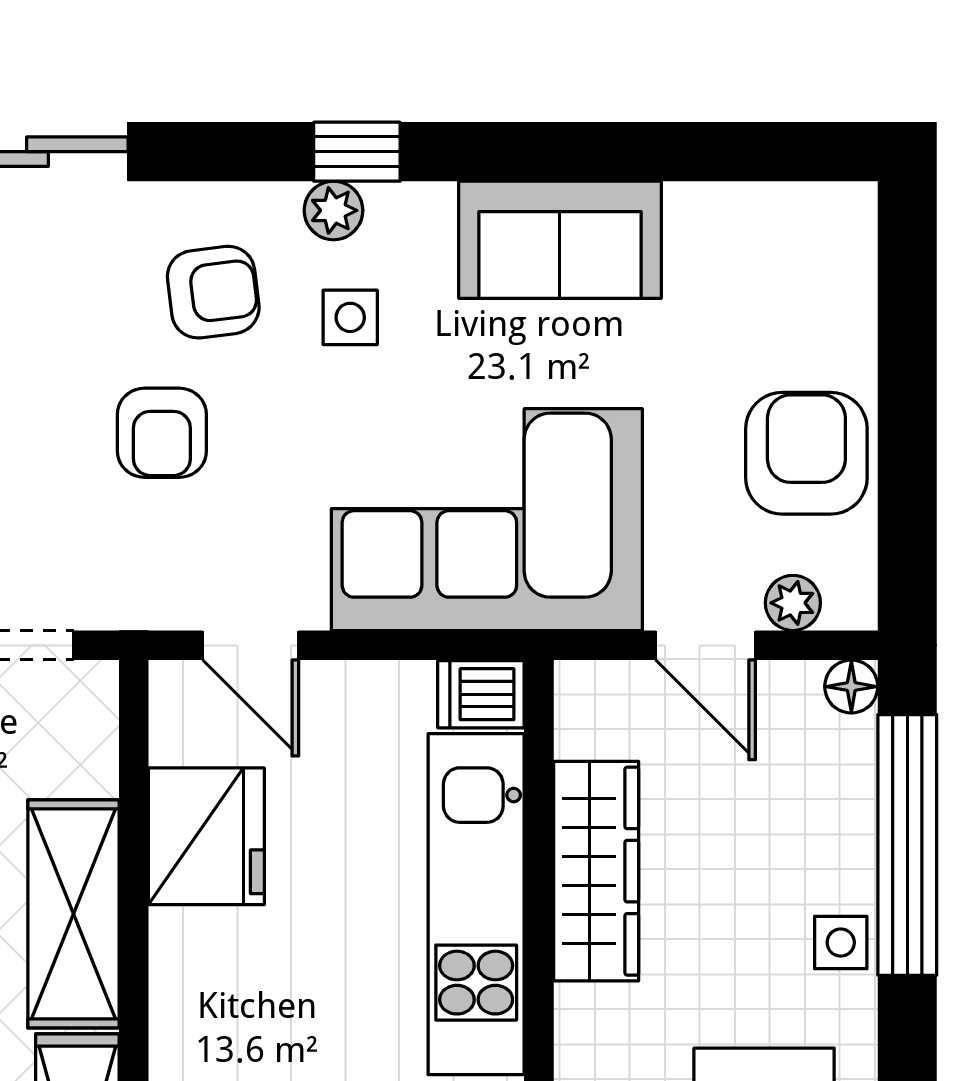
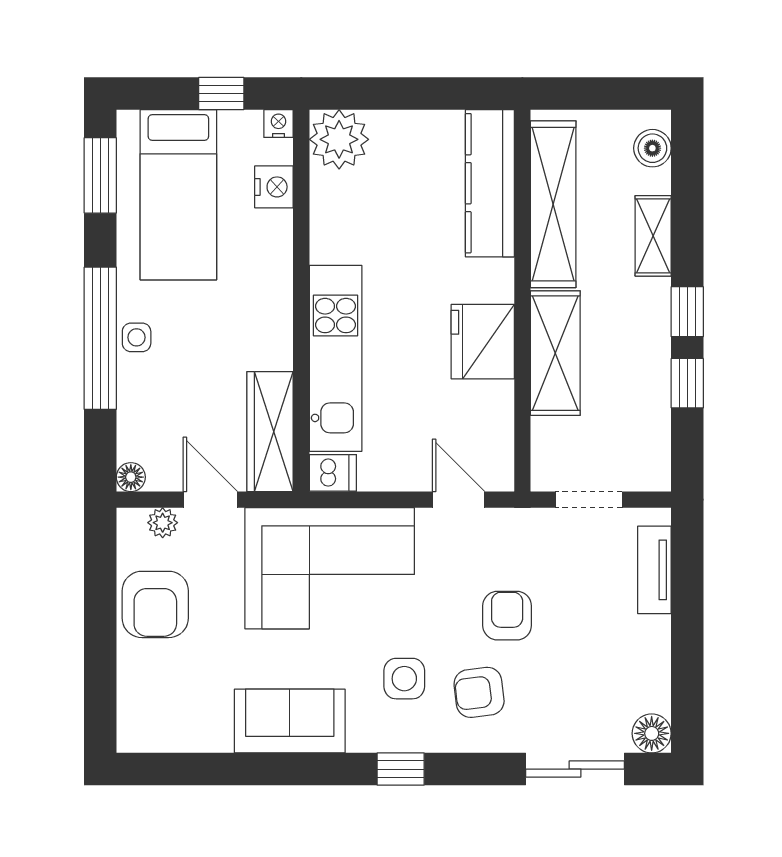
plant: (334, 210) -> (413, 737), removed
side table: (350, 317) -> (404, 679), width x1.37, depth x1.37
fridge: (206, 836) -> (483, 342), moved
window: (907, 845) -> (100, 338), moved
wardrobe: (596, 871) -> (270, 432), moved

